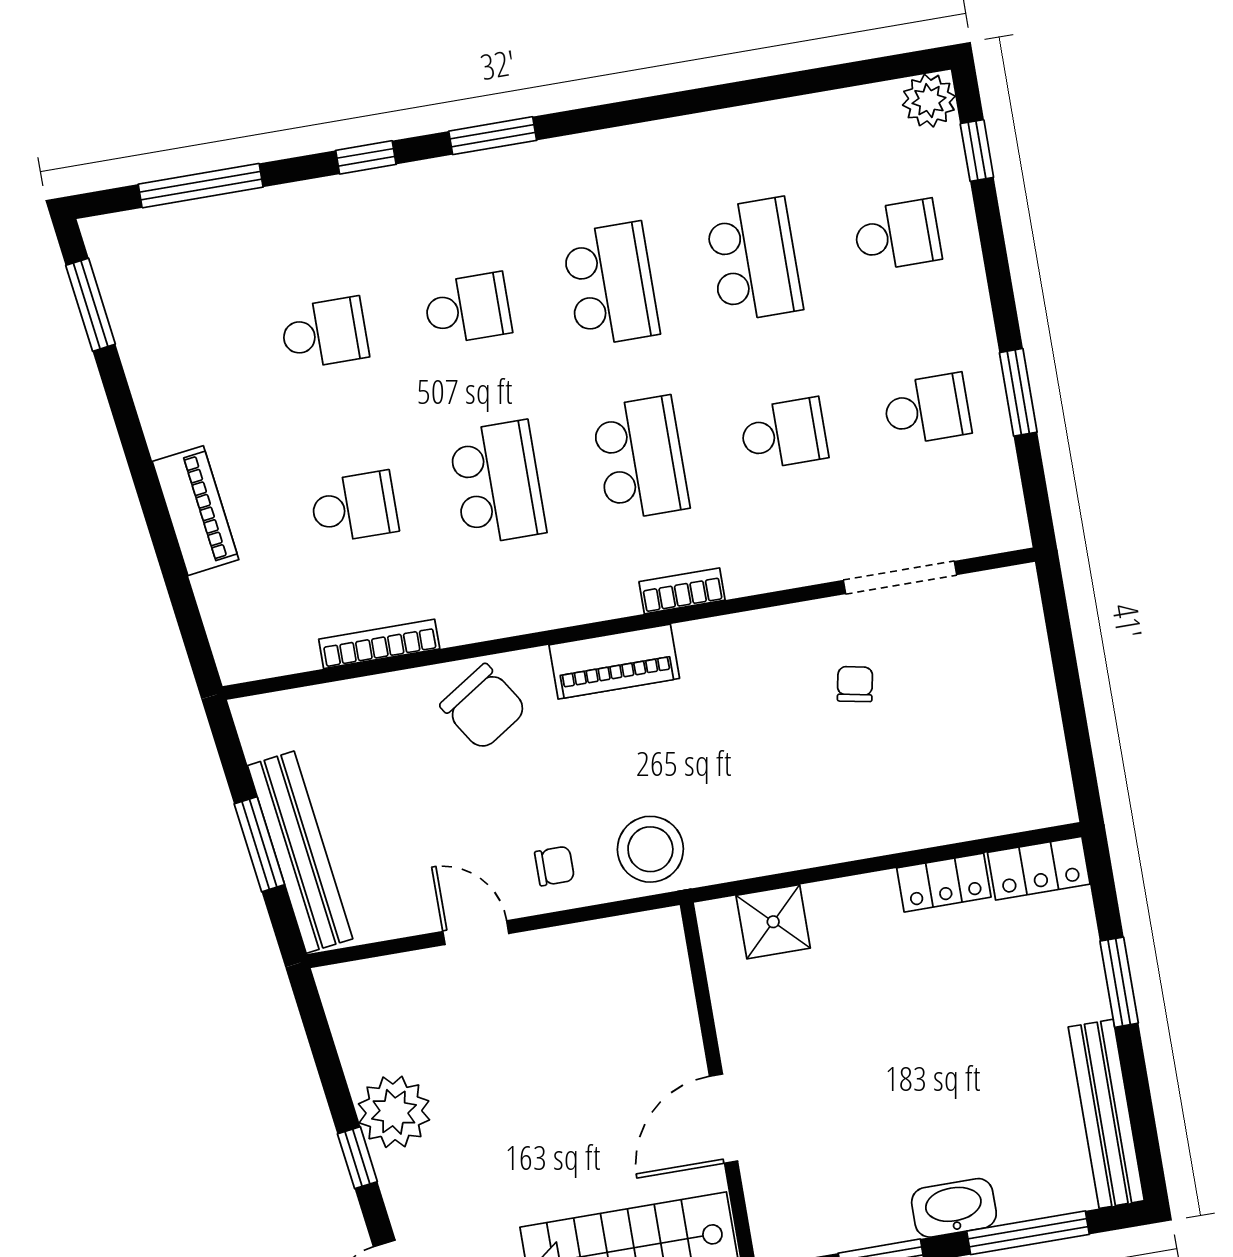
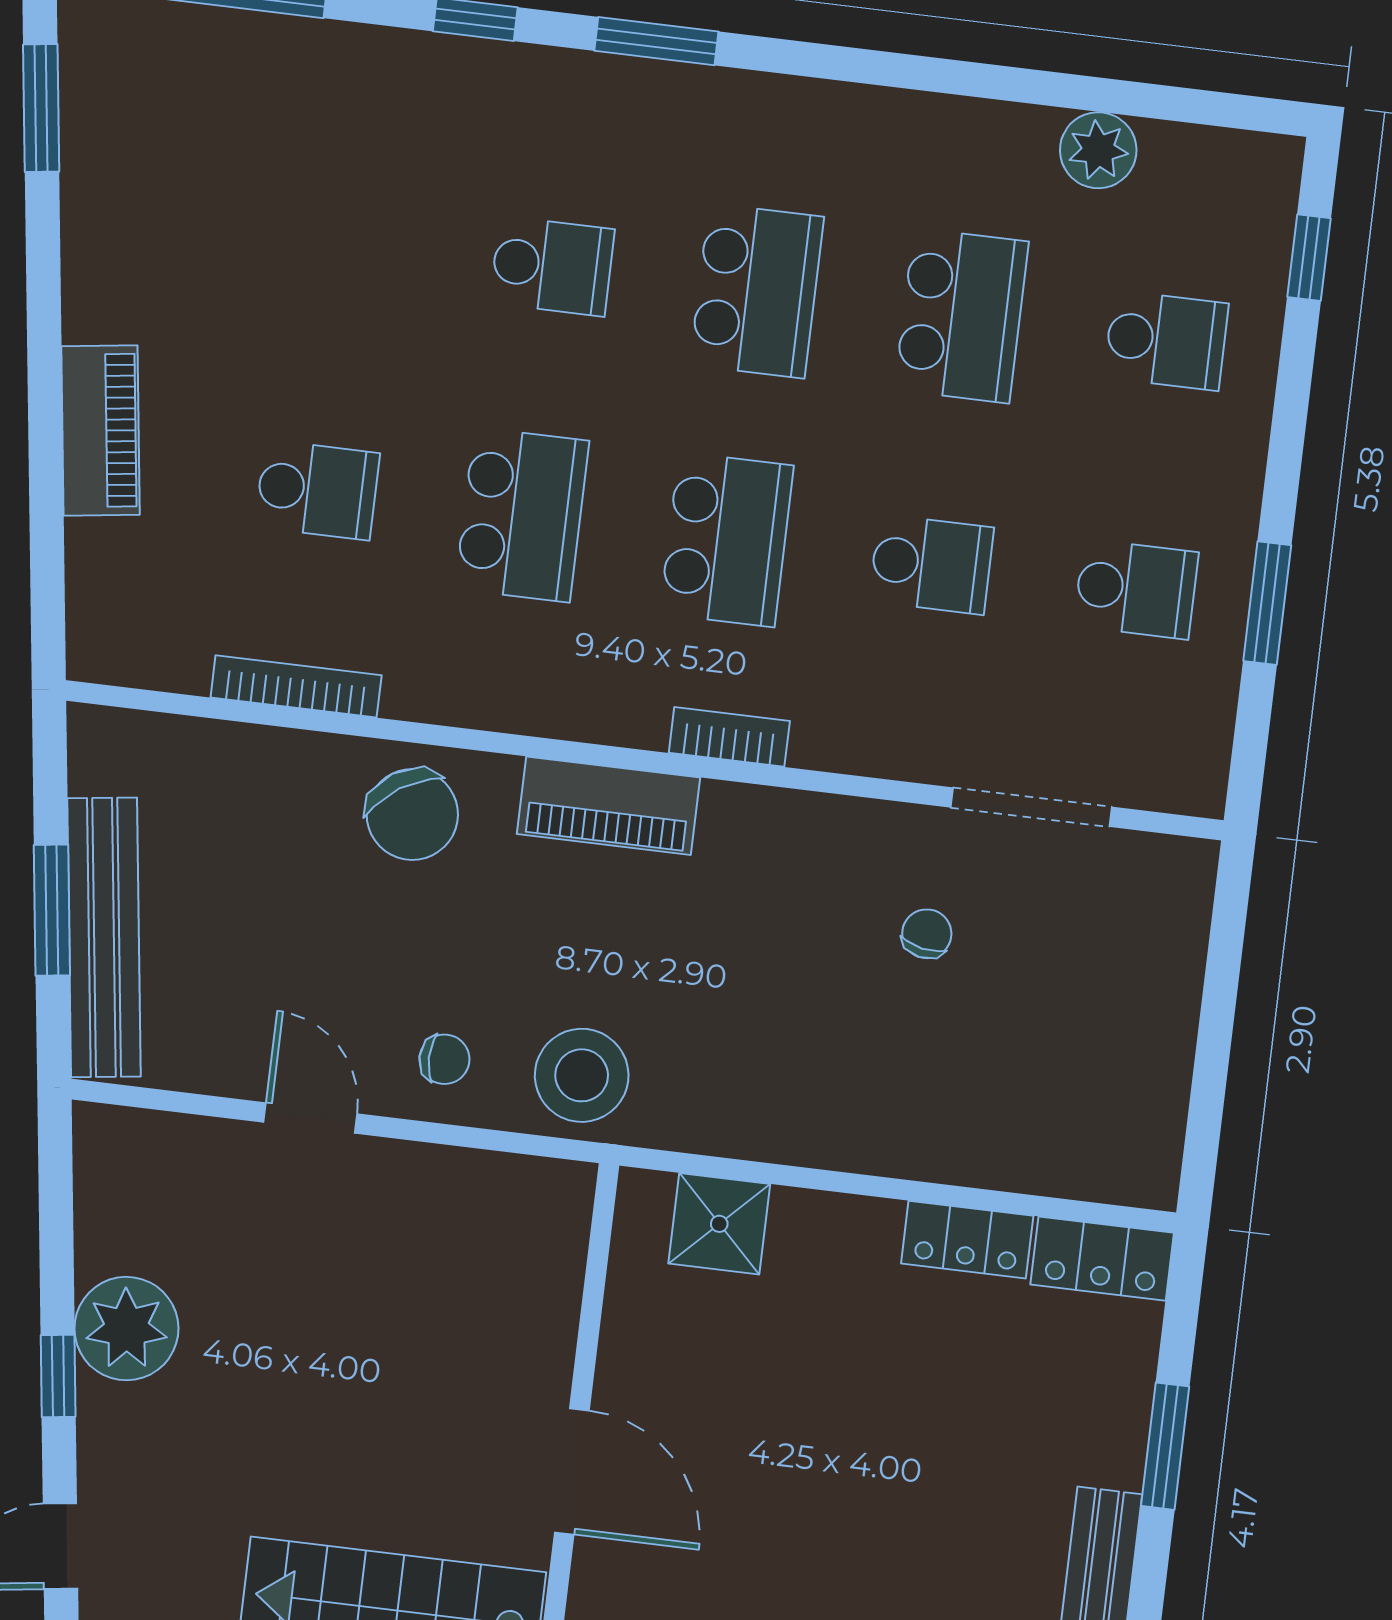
plant: (929, 101) -> (1098, 150), moved
school desk: (324, 333) -> (347, 241), removed
door: (724, 1119) -> (572, 1471), swing flipped

